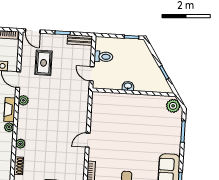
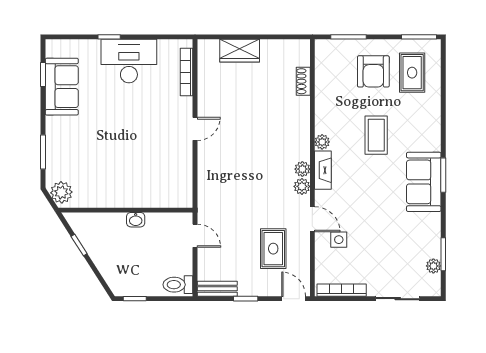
toilet: (103, 57) -> (178, 285), moved
plant: (20, 144) -> (302, 169), moved

